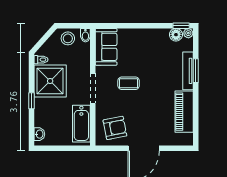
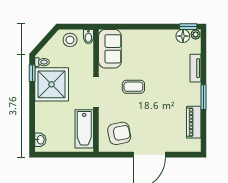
tv unit: (188, 71) -> (195, 68), width x0.71
window: (196, 71) -> (203, 97), moved
window: (31, 101) -> (32, 73), moved
piano: (184, 112) -> (194, 122), width x0.73, depth x0.75

